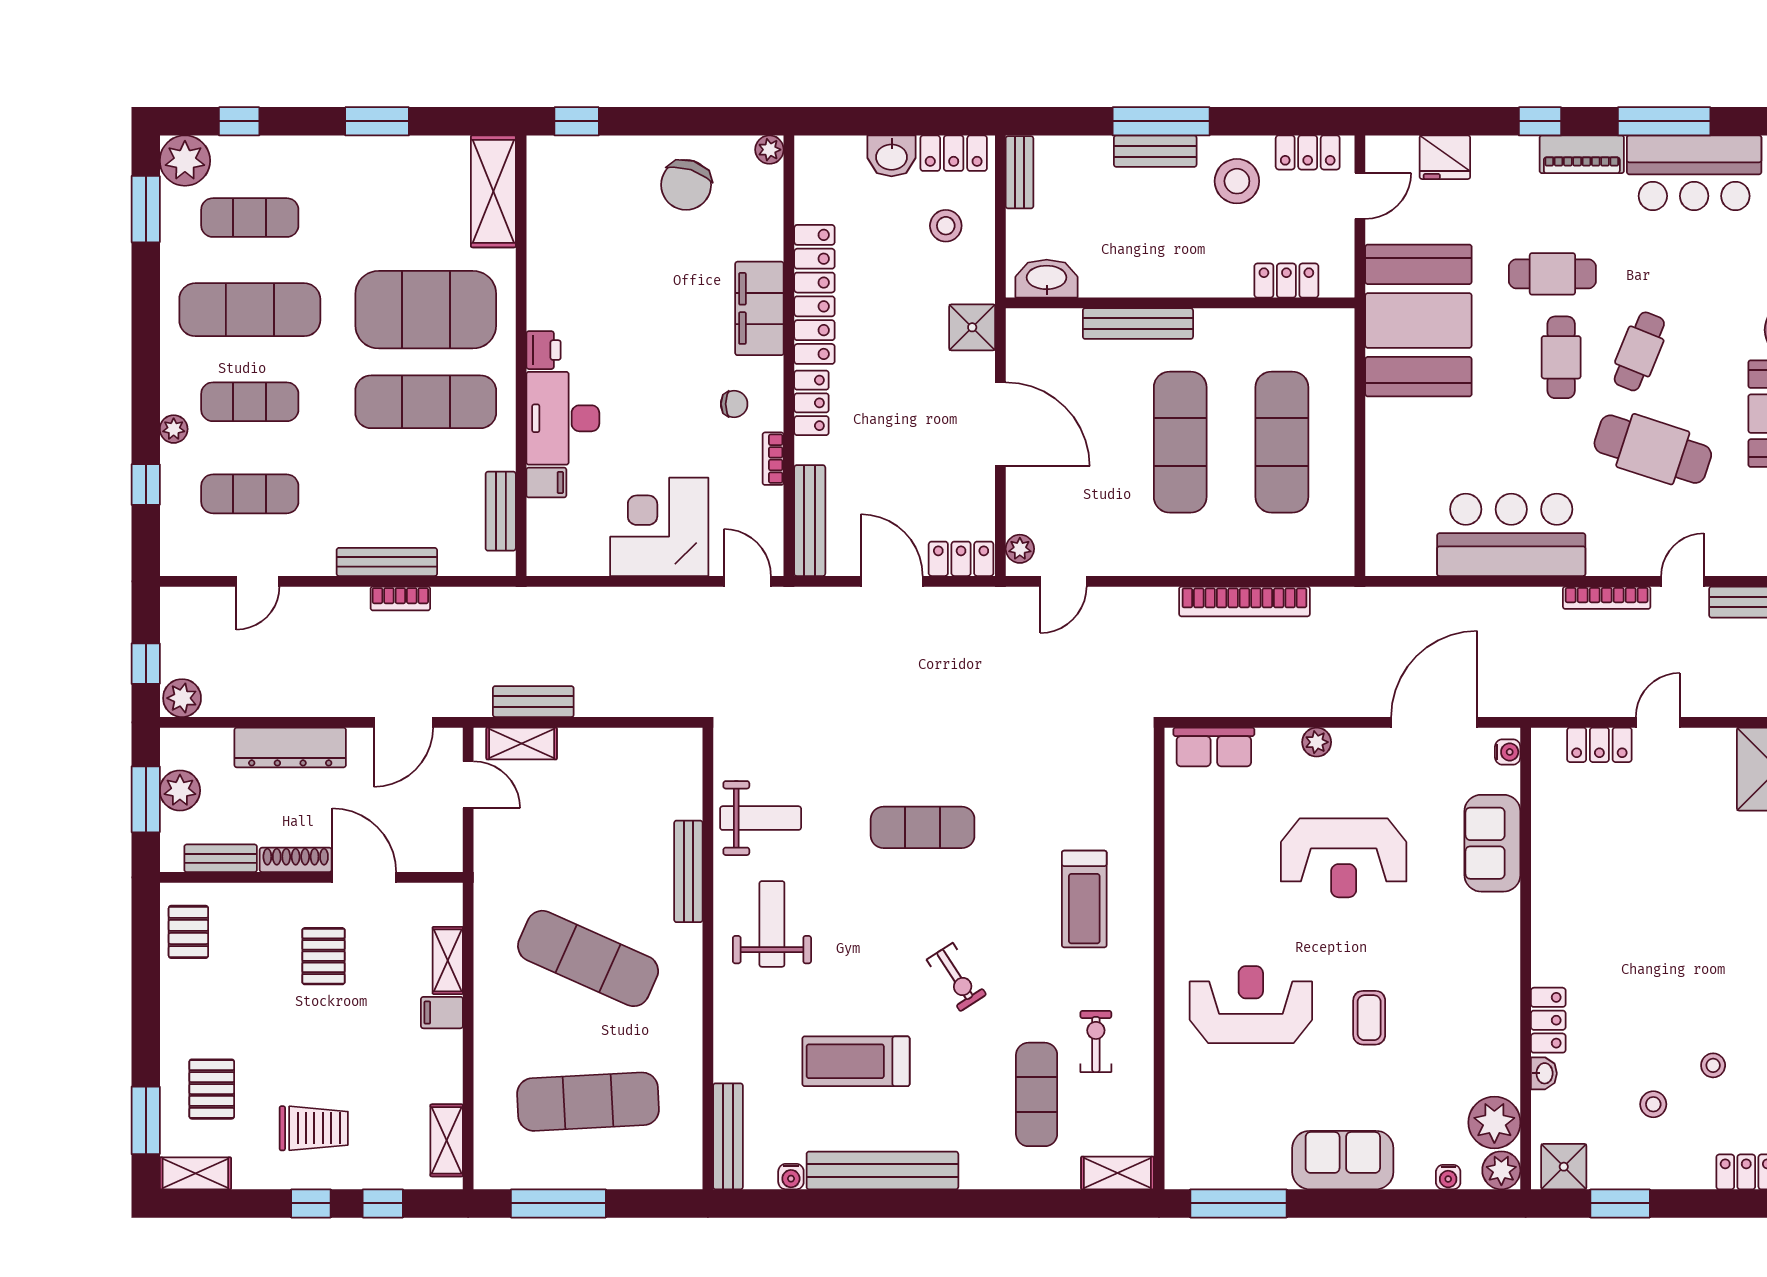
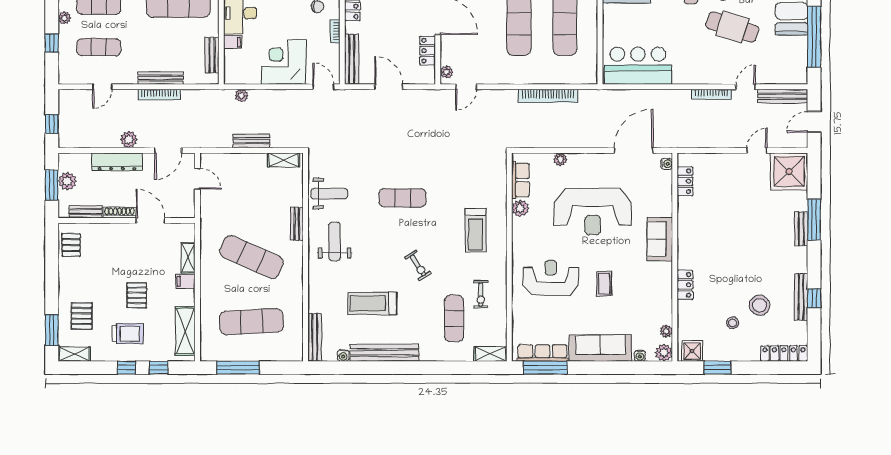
bar counter: (1511, 535) -> (638, 66), moved
locker: (961, 559) -> (428, 51), moved, turned -90
bookcase: (400, 599) -> (159, 94), width x1.56
plant: (566, 601) -> (241, 95), added
plant: (182, 698) -> (129, 139), moved
bench: (533, 702) -> (251, 141), moved
door: (1658, 722) -> (757, 150), moved
plant: (1317, 742) -> (560, 159), moved
shelving: (522, 743) -> (283, 160), moved
locker: (1599, 745) -> (685, 181), moved, turned -90
row of seats: (1214, 747) -> (520, 180), moved, turned -90
sofa: (1492, 843) -> (660, 239), moved
plant: (1183, 850) -> (520, 208), added
reception desk: (1344, 858) -> (593, 212), width x1.36, depth x1.30
bench: (688, 871) -> (297, 224), width x0.73
pallet: (324, 956) -> (137, 295), moved
exercise bike: (1096, 1041) -> (481, 294), turned 180
stool: (1713, 1065) -> (759, 305), width x1.89, depth x1.89
washbasin: (1544, 1073) -> (683, 309), removed
plant: (1494, 1122) -> (666, 331), width x0.53, depth x0.53
shelving: (447, 1140) -> (185, 331), width x1.50, depth x1.33
sofa: (1343, 1160) -> (601, 348), width x1.36
row of seats: (1233, 1171) -> (543, 353), added

